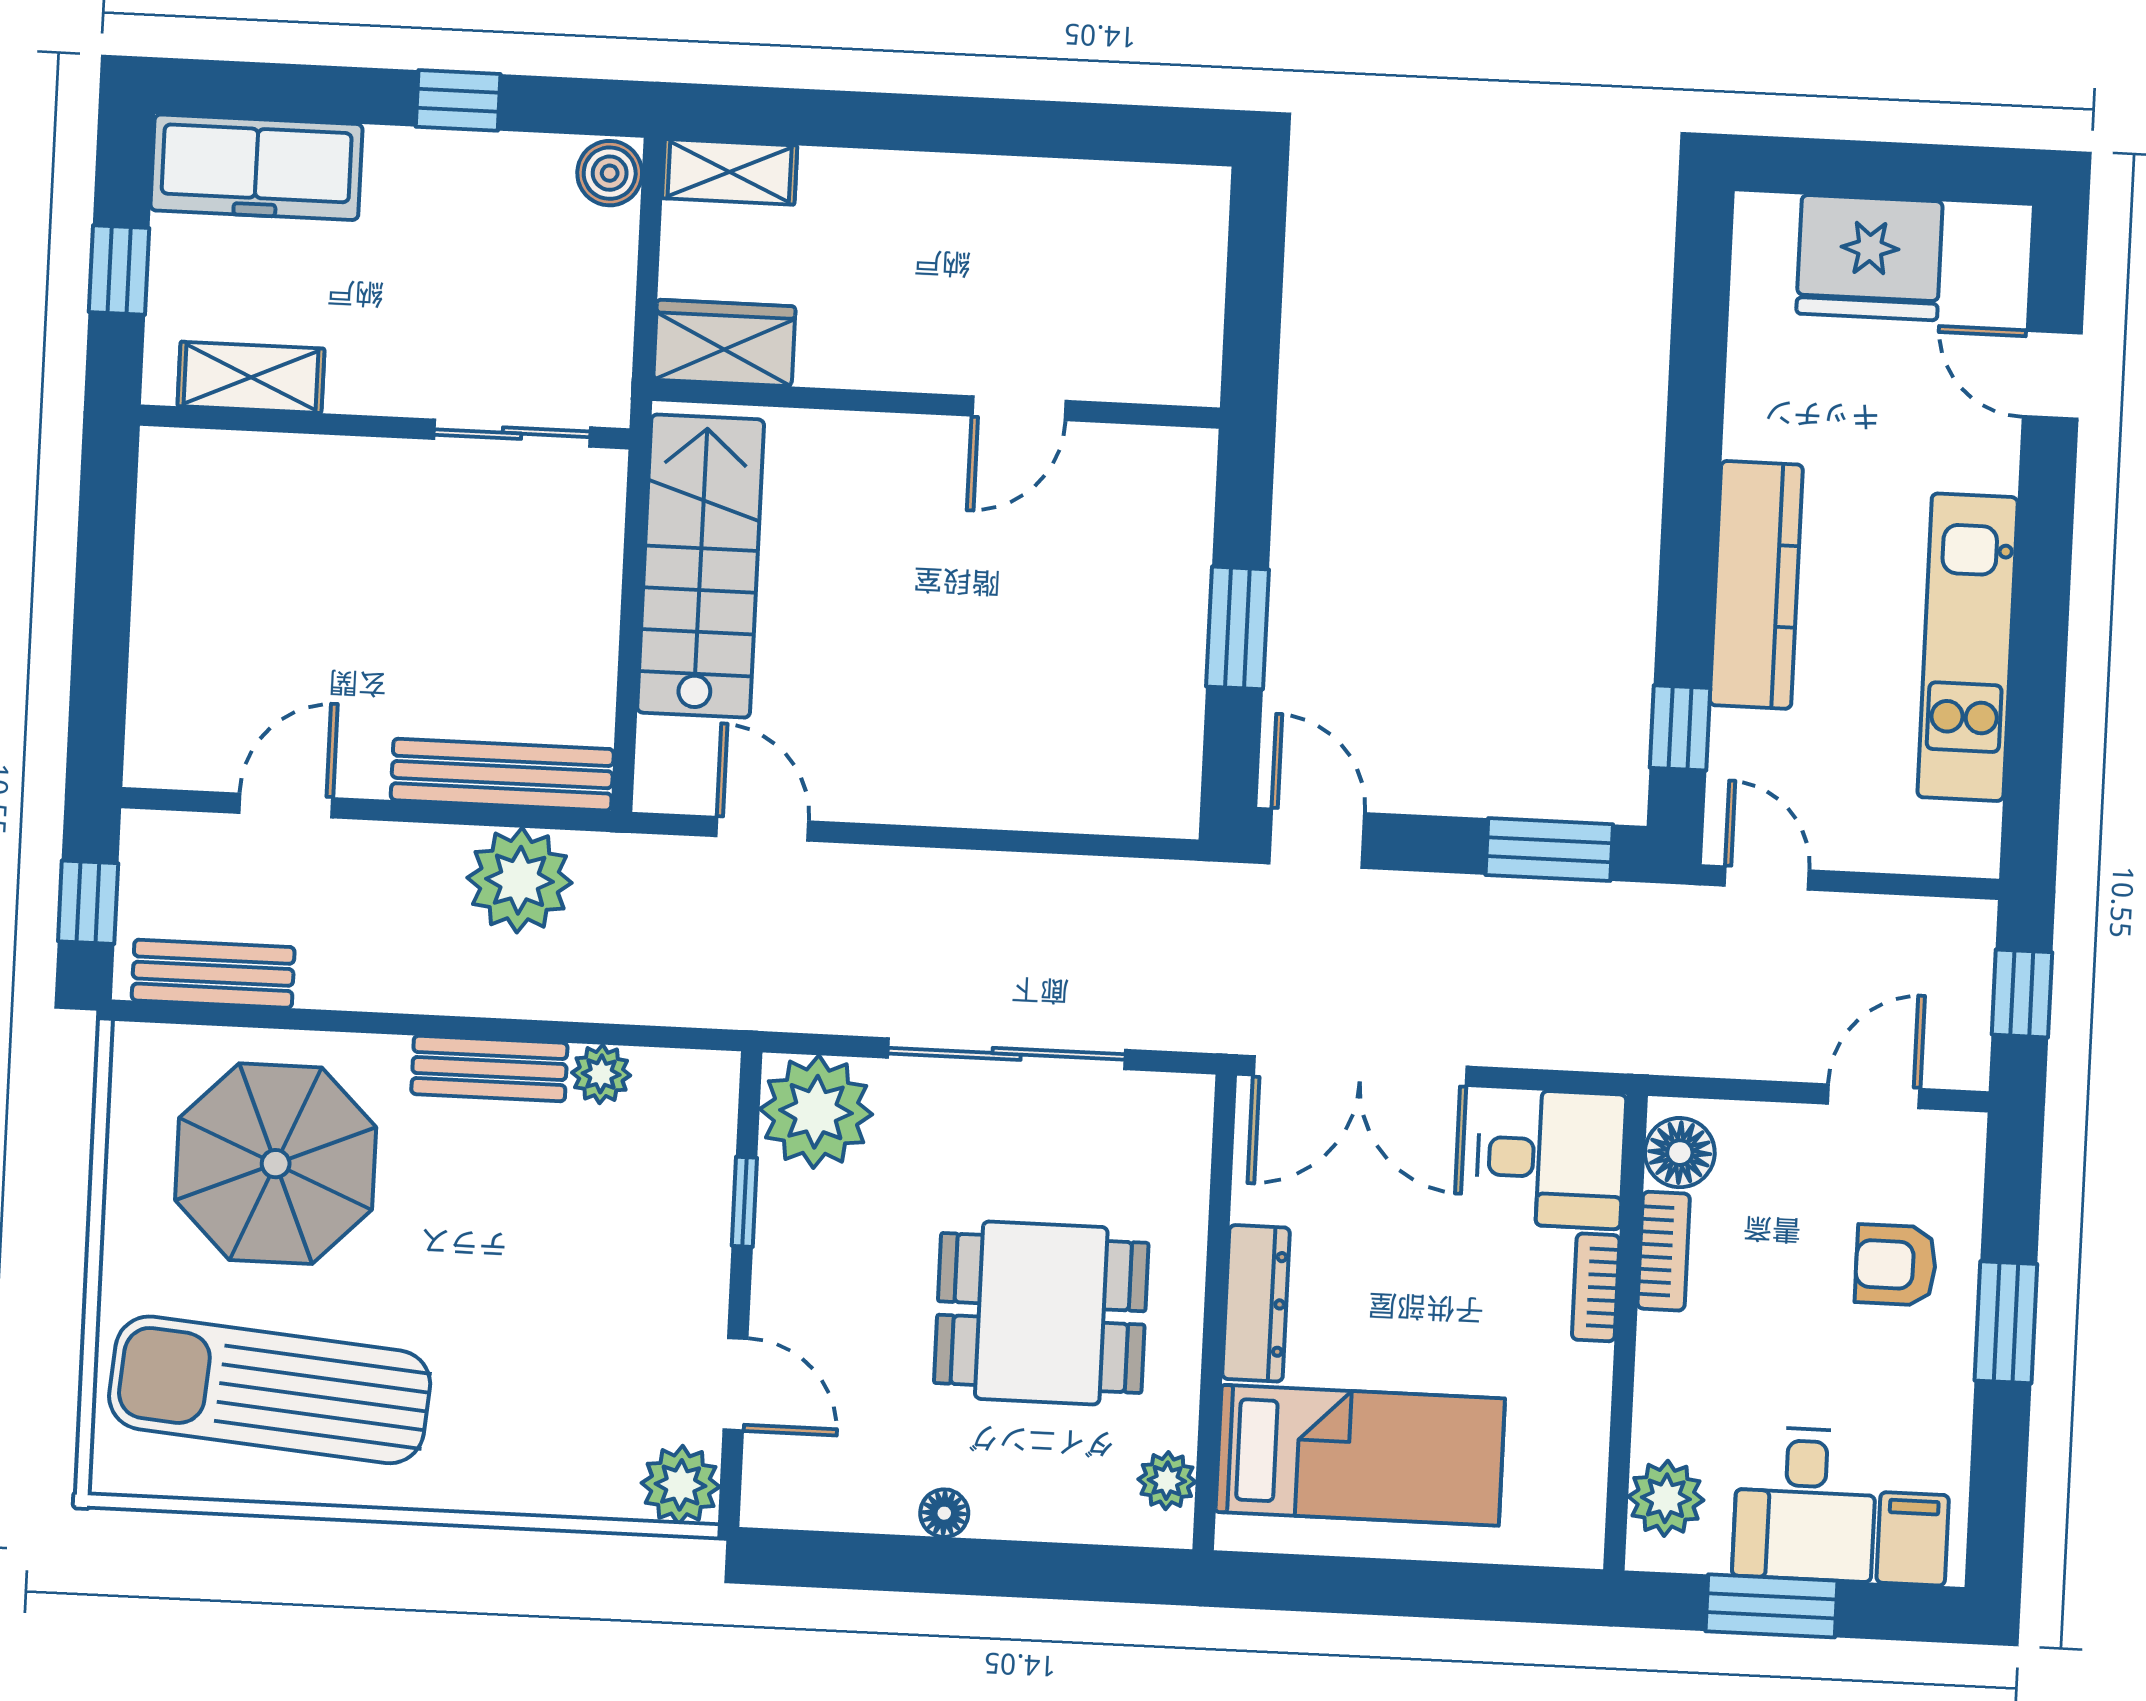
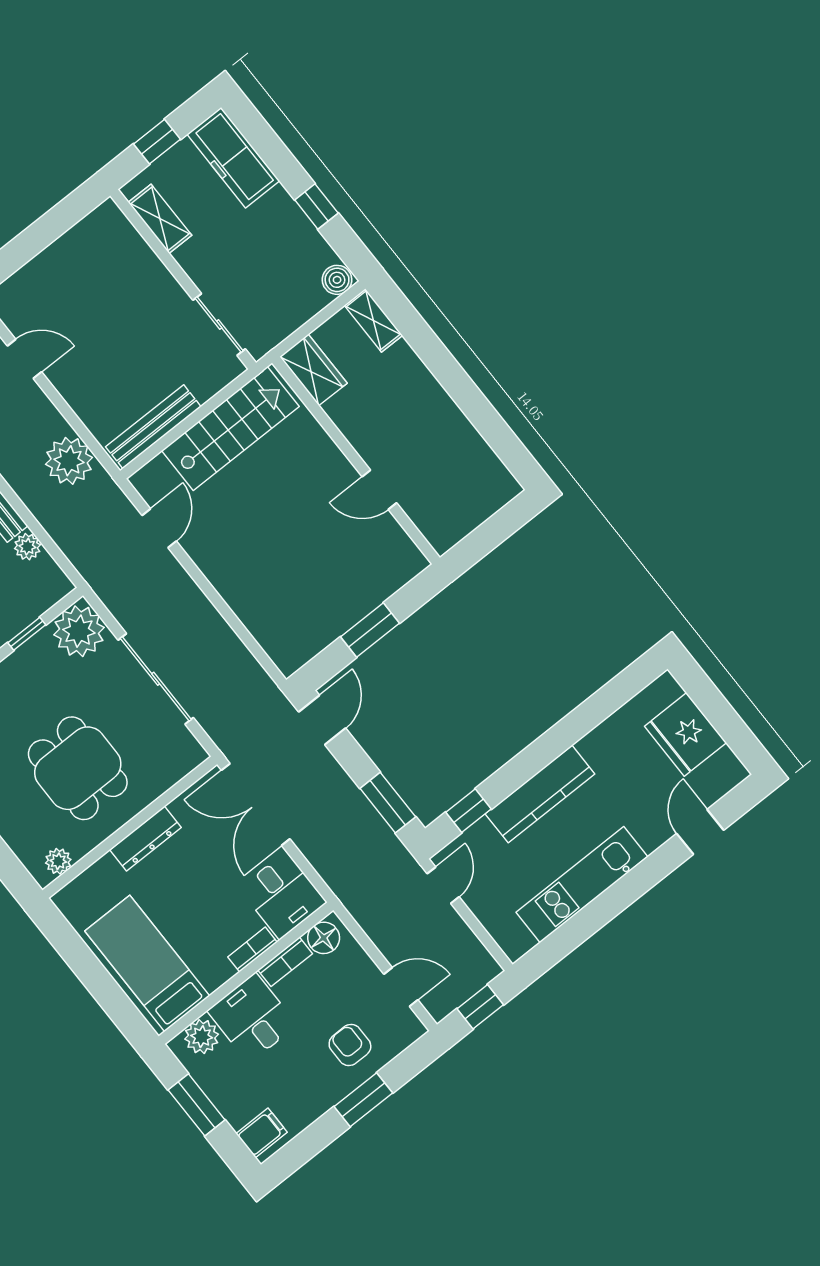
bench: (502, 775) -> (153, 427), moved, turned 90
bed: (1360, 1455) -> (147, 964), moved, turned 180
desk: (1805, 1504) -> (252, 1018), moved, turned 90

